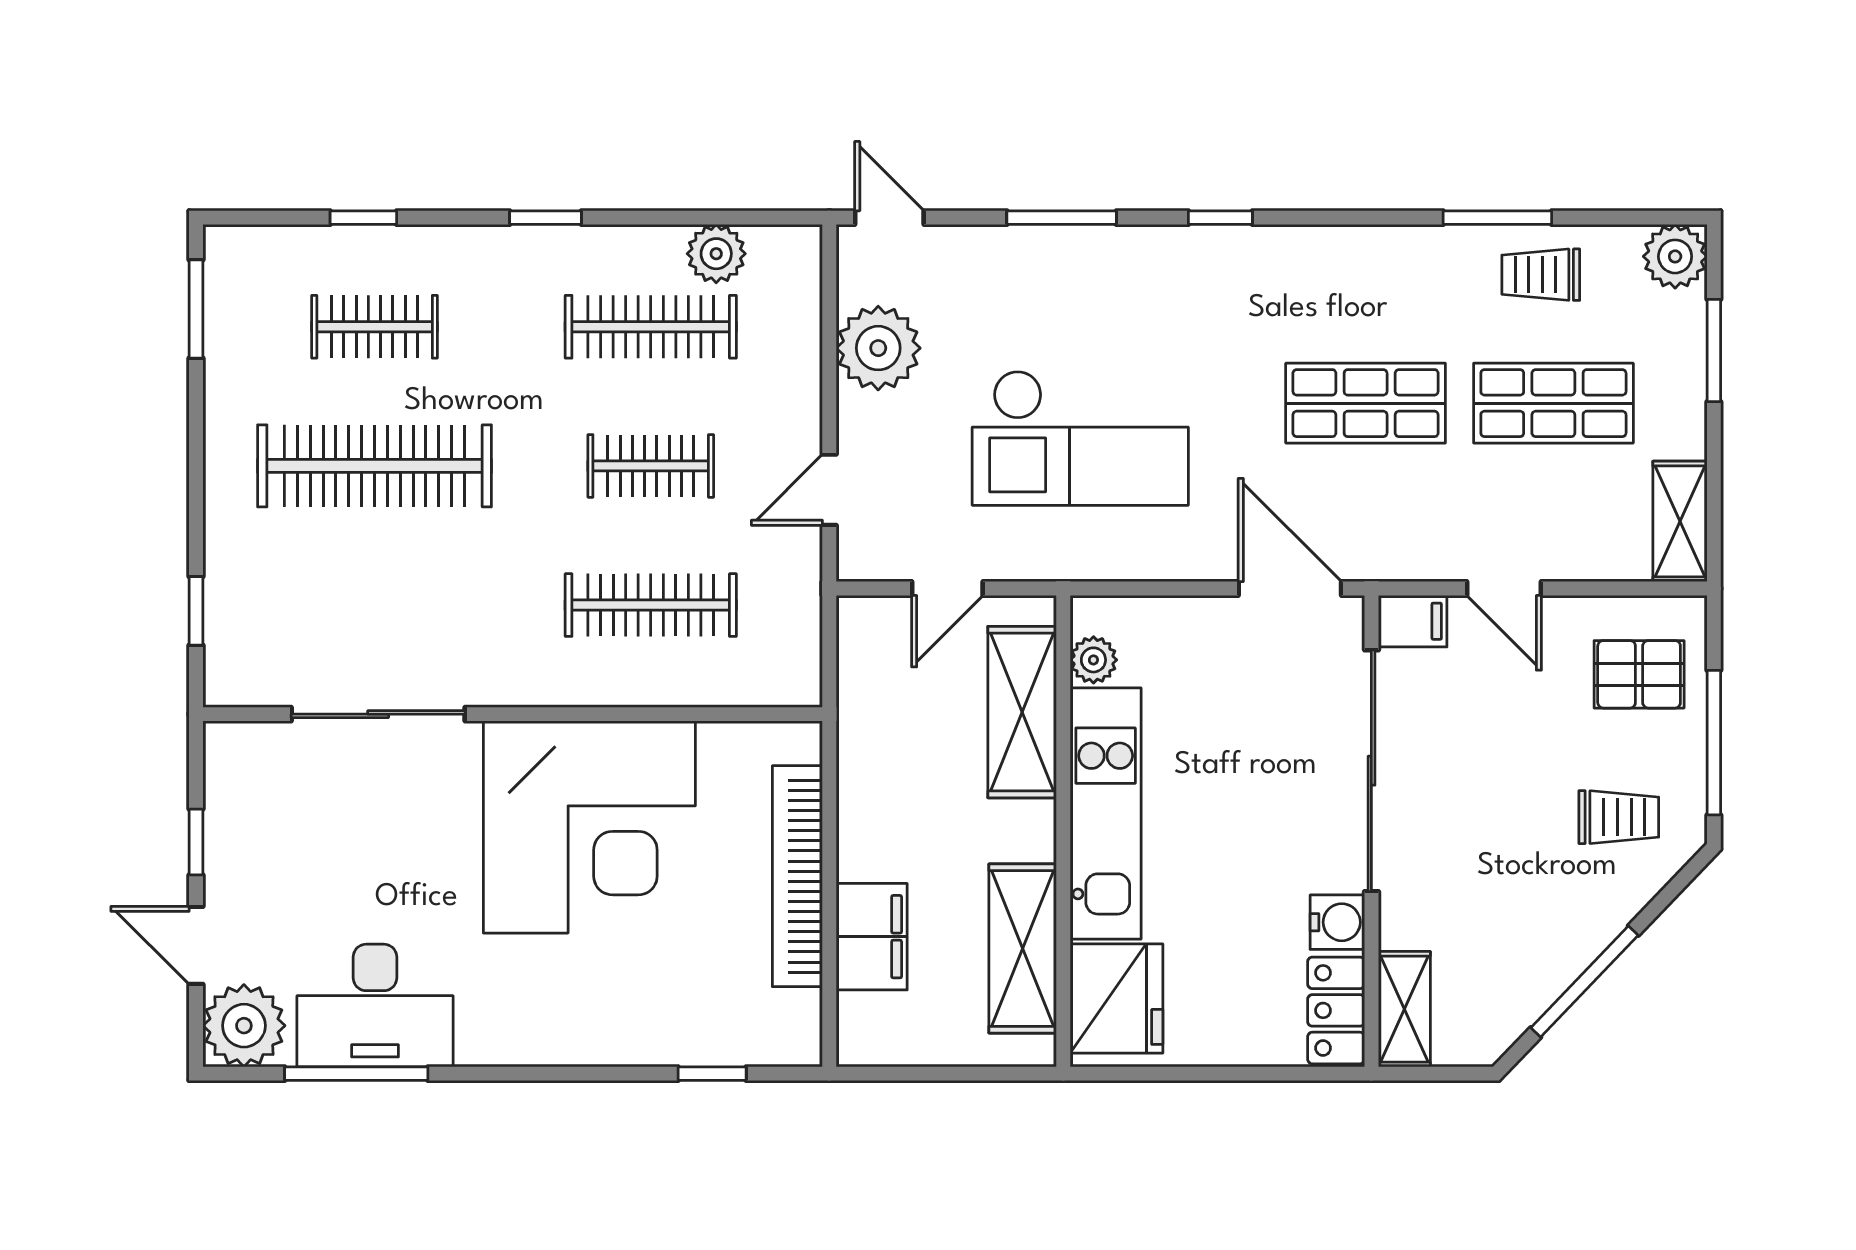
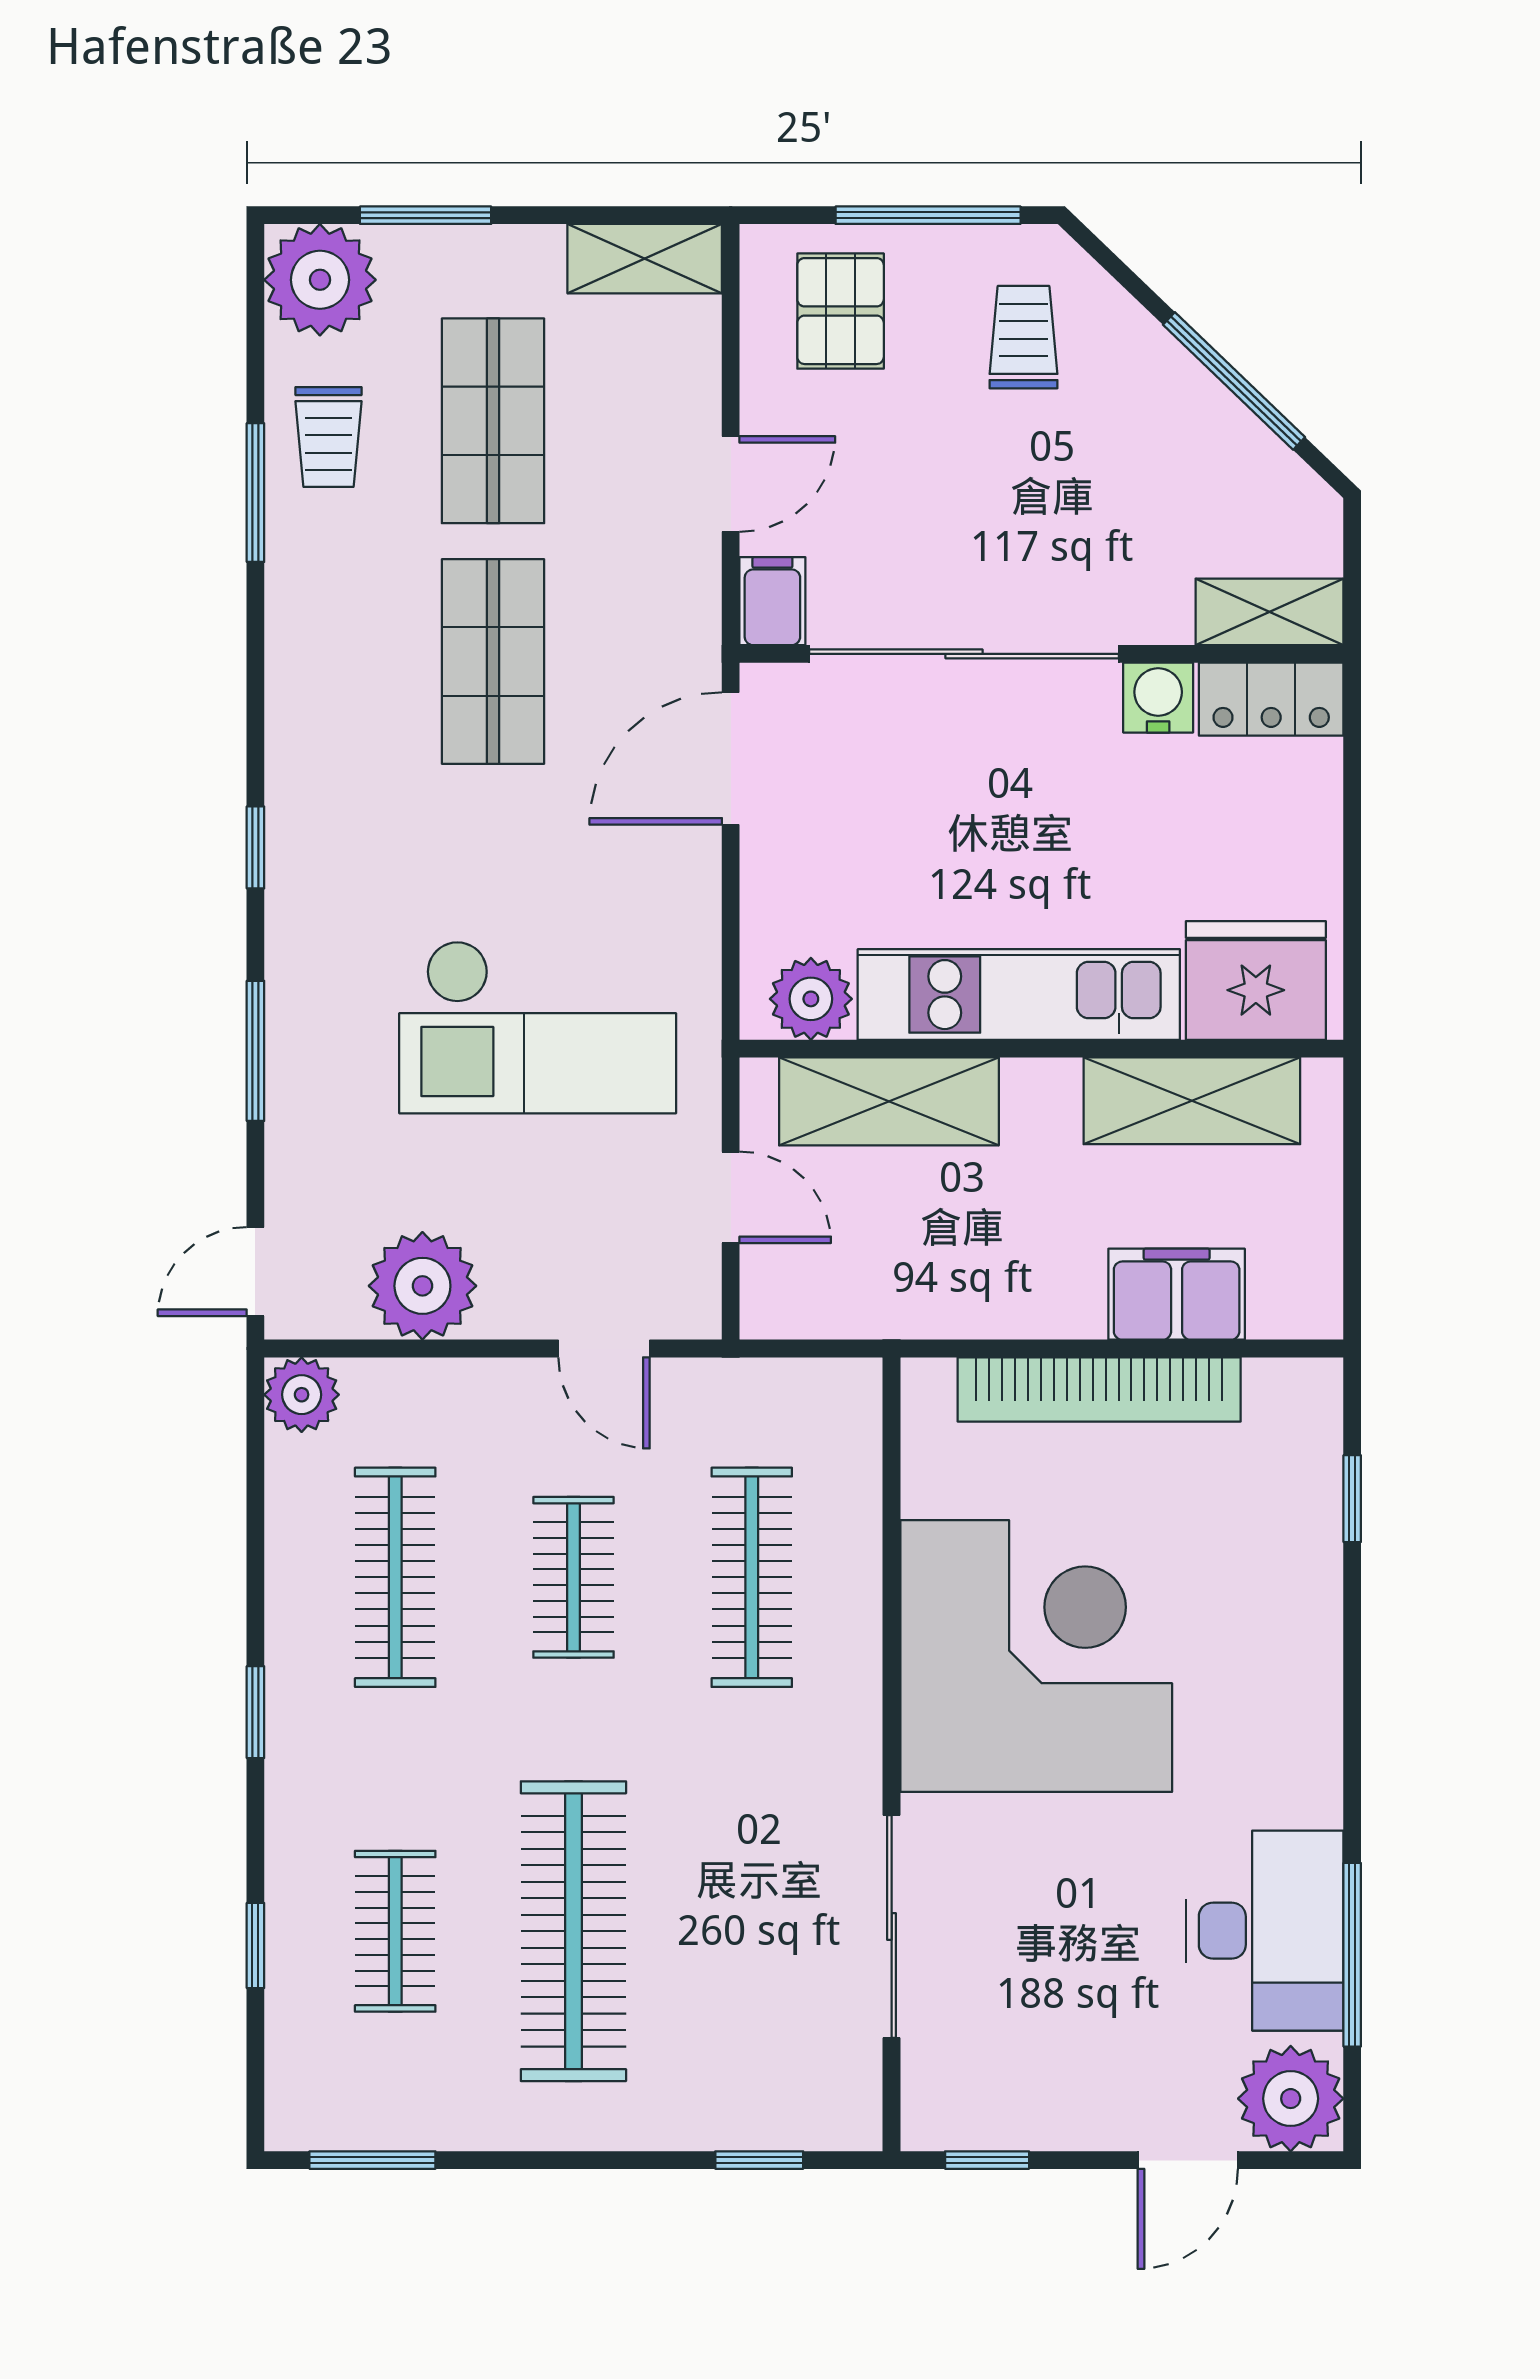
plant: (716, 254) -> (302, 1395), moved
plant: (1675, 256) -> (320, 280), width x1.36, depth x1.36
checkout: (1080, 438) -> (538, 1027), turned 90
plant: (1093, 660) -> (811, 999), width x1.38, depth x1.38
window: (196, 842) -> (987, 2160), moved

